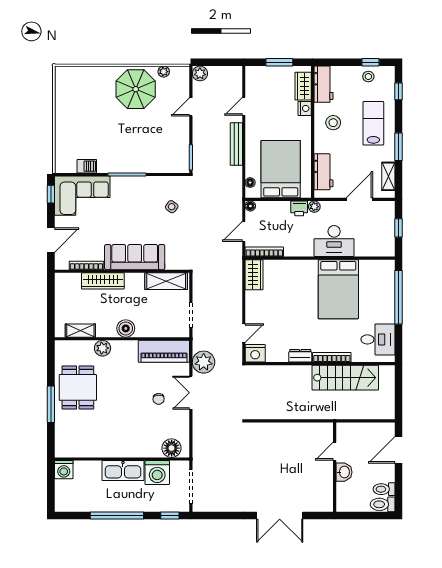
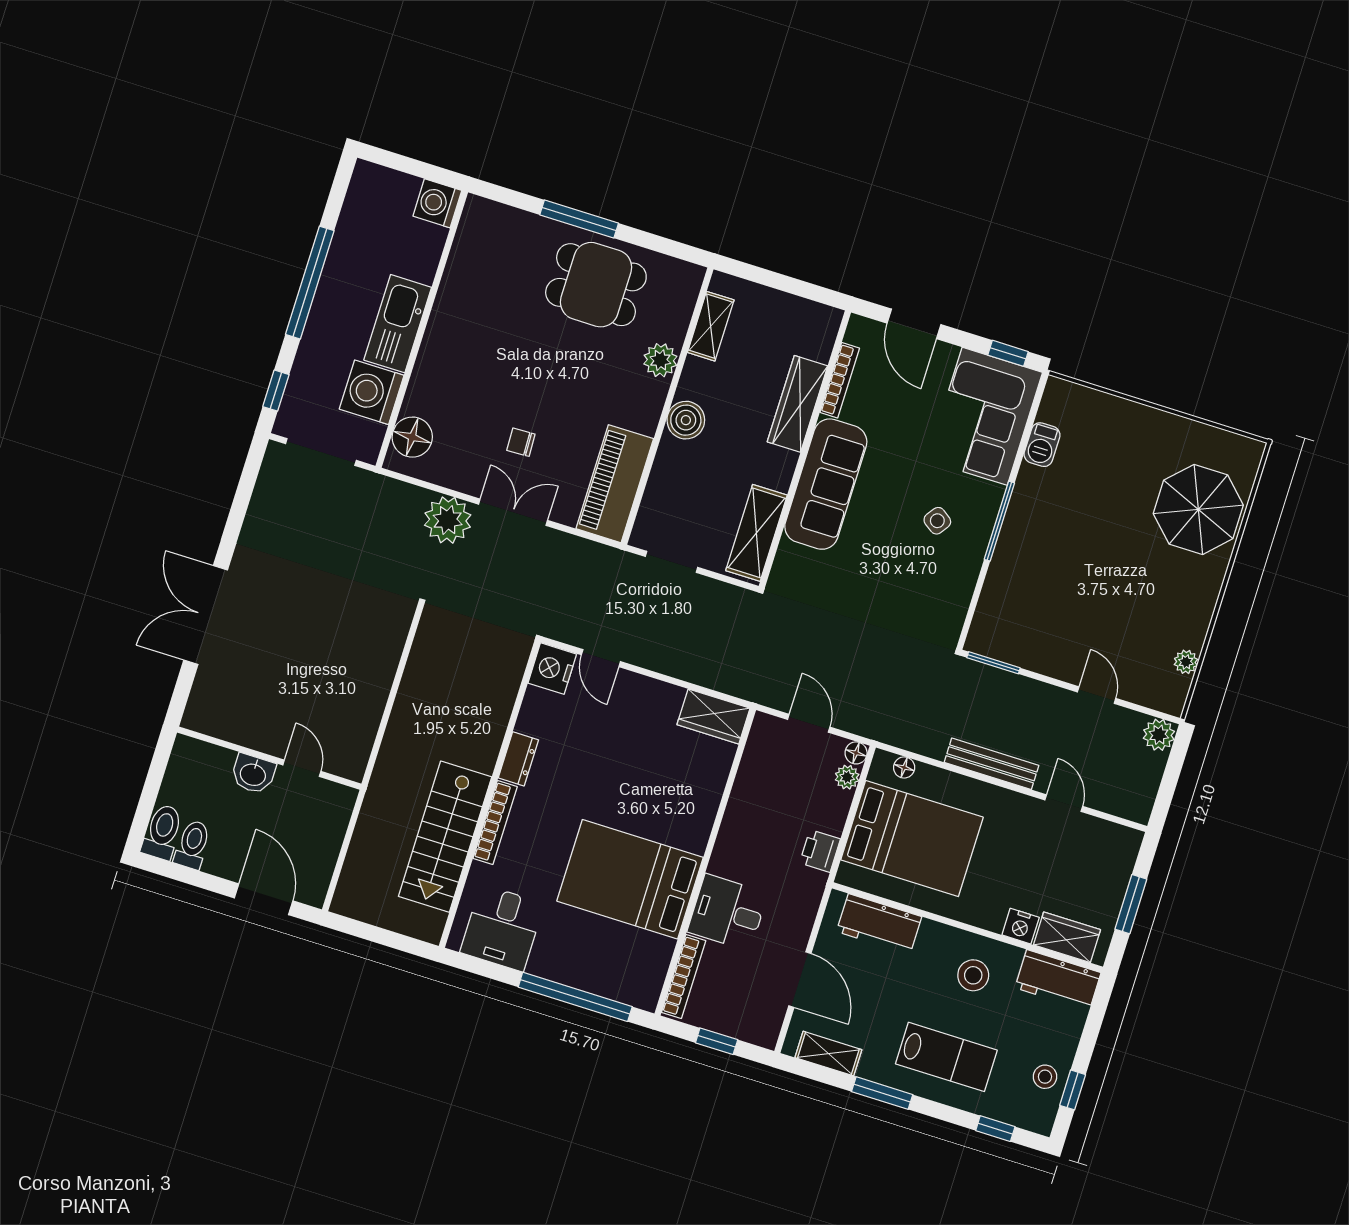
parasol: (136, 89) -> (1198, 509), moved
side table: (172, 207) -> (937, 521), moved
plant: (314, 207) -> (847, 777), moved
desk: (334, 241) -> (728, 912), width x0.73
bookcase: (264, 252) -> (684, 976), moved
plant: (204, 362) -> (448, 520), moved

